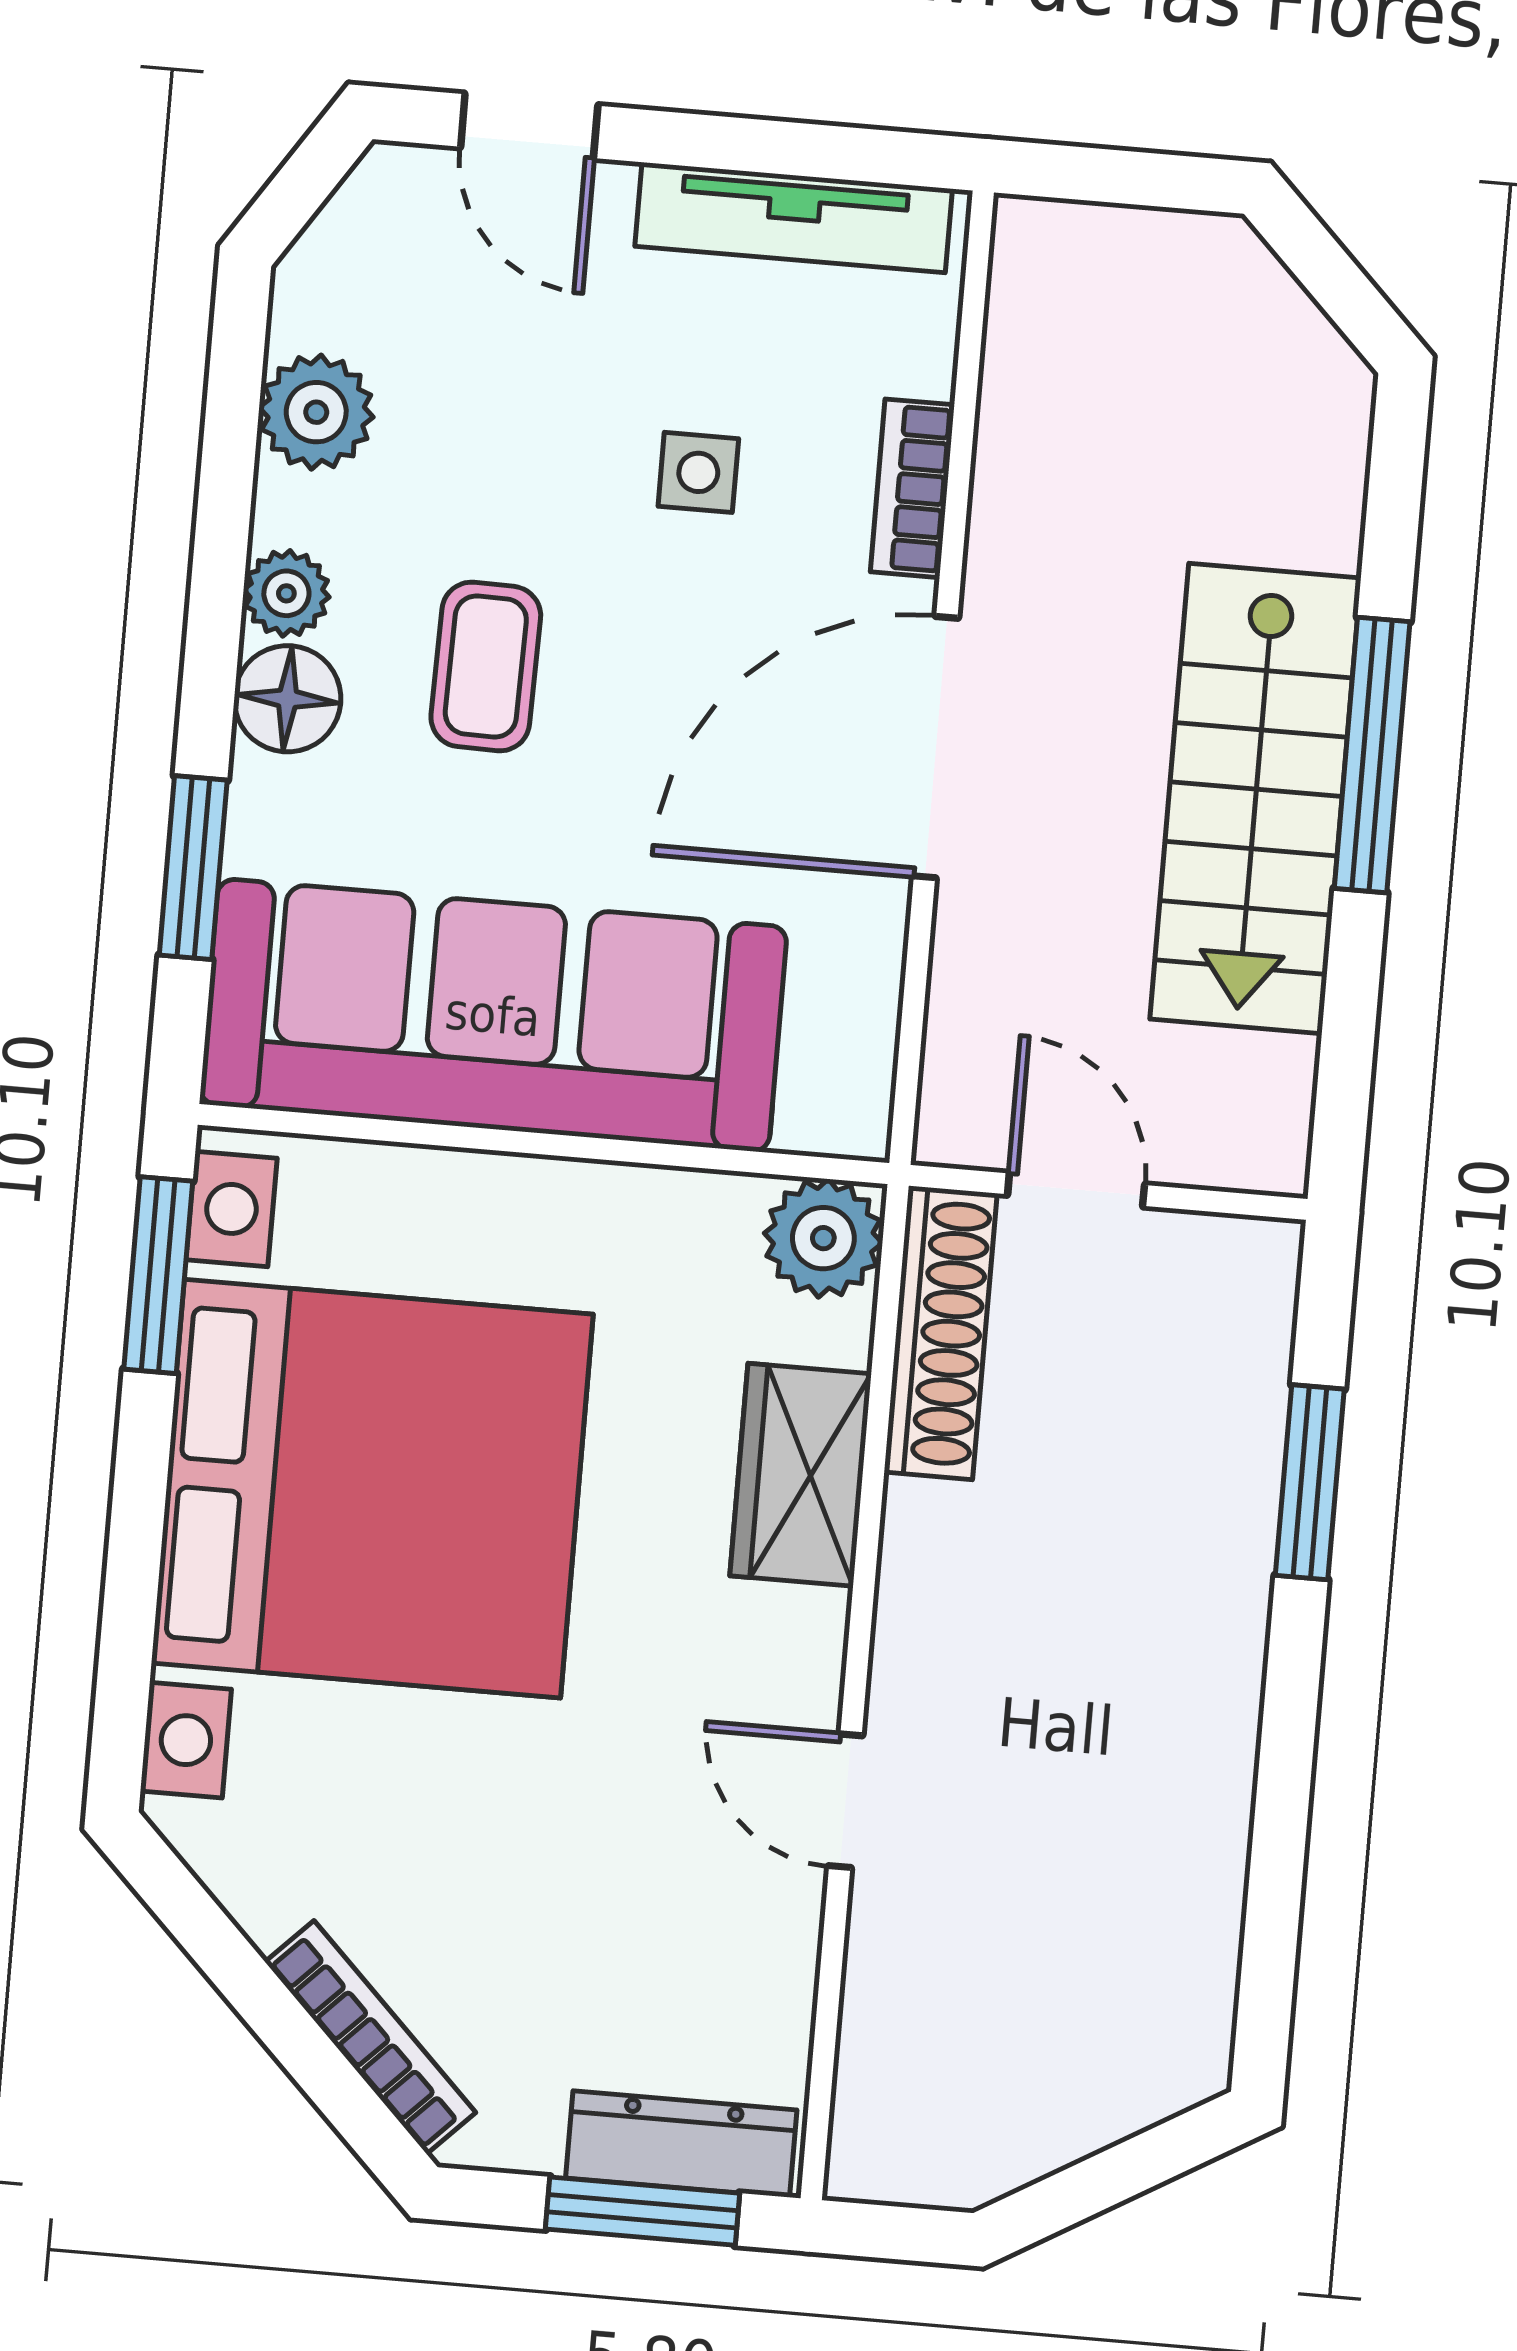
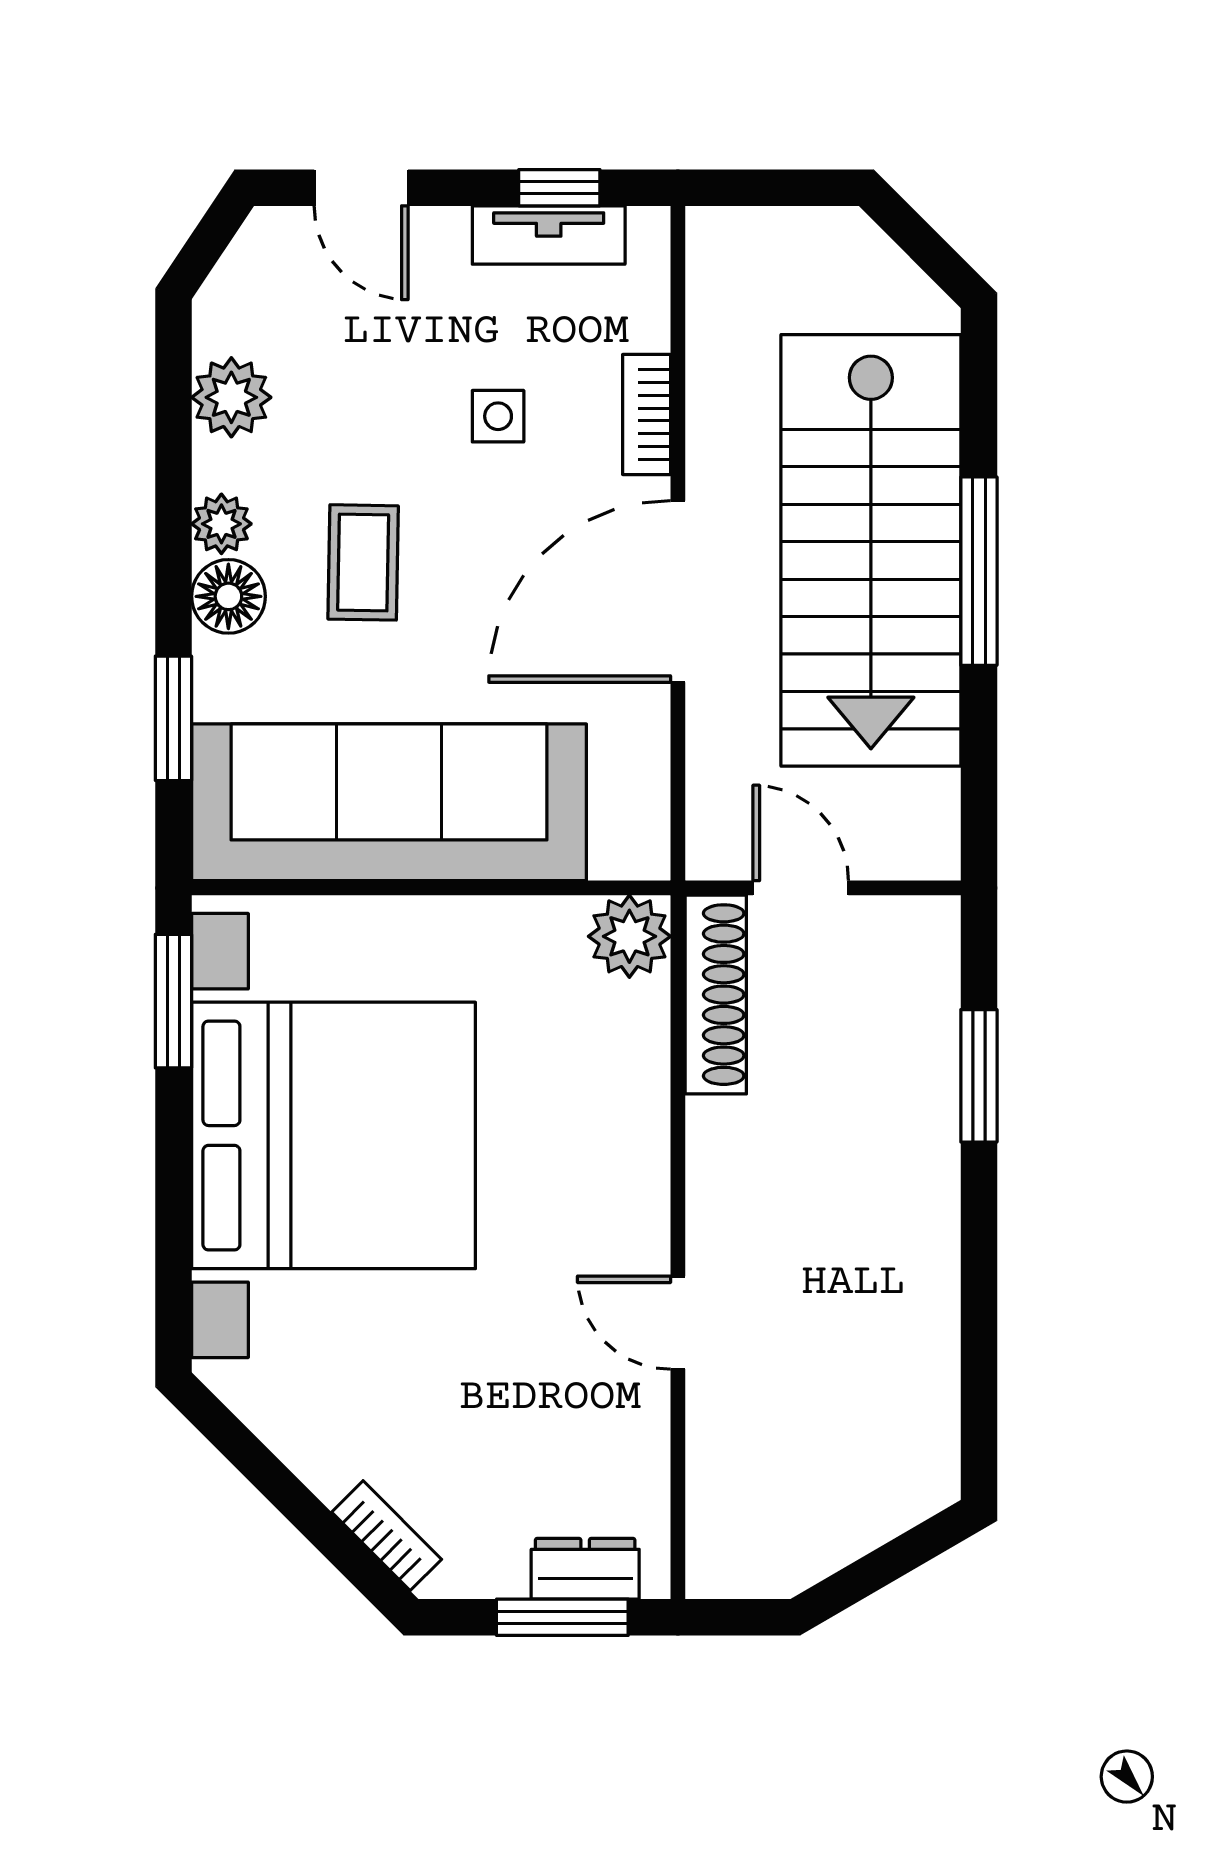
window: (815, 151) -> (559, 188), added
tv unit: (794, 218) -> (549, 235), width x0.71
stairs: (1255, 798) -> (871, 550), width x1.36, depth x1.51
wardrobe: (801, 1475) -> (628, 1101), removed
bookcase: (370, 2037) -> (387, 1536), width x0.64
dresser: (681, 2144) -> (585, 1569), width x0.70

